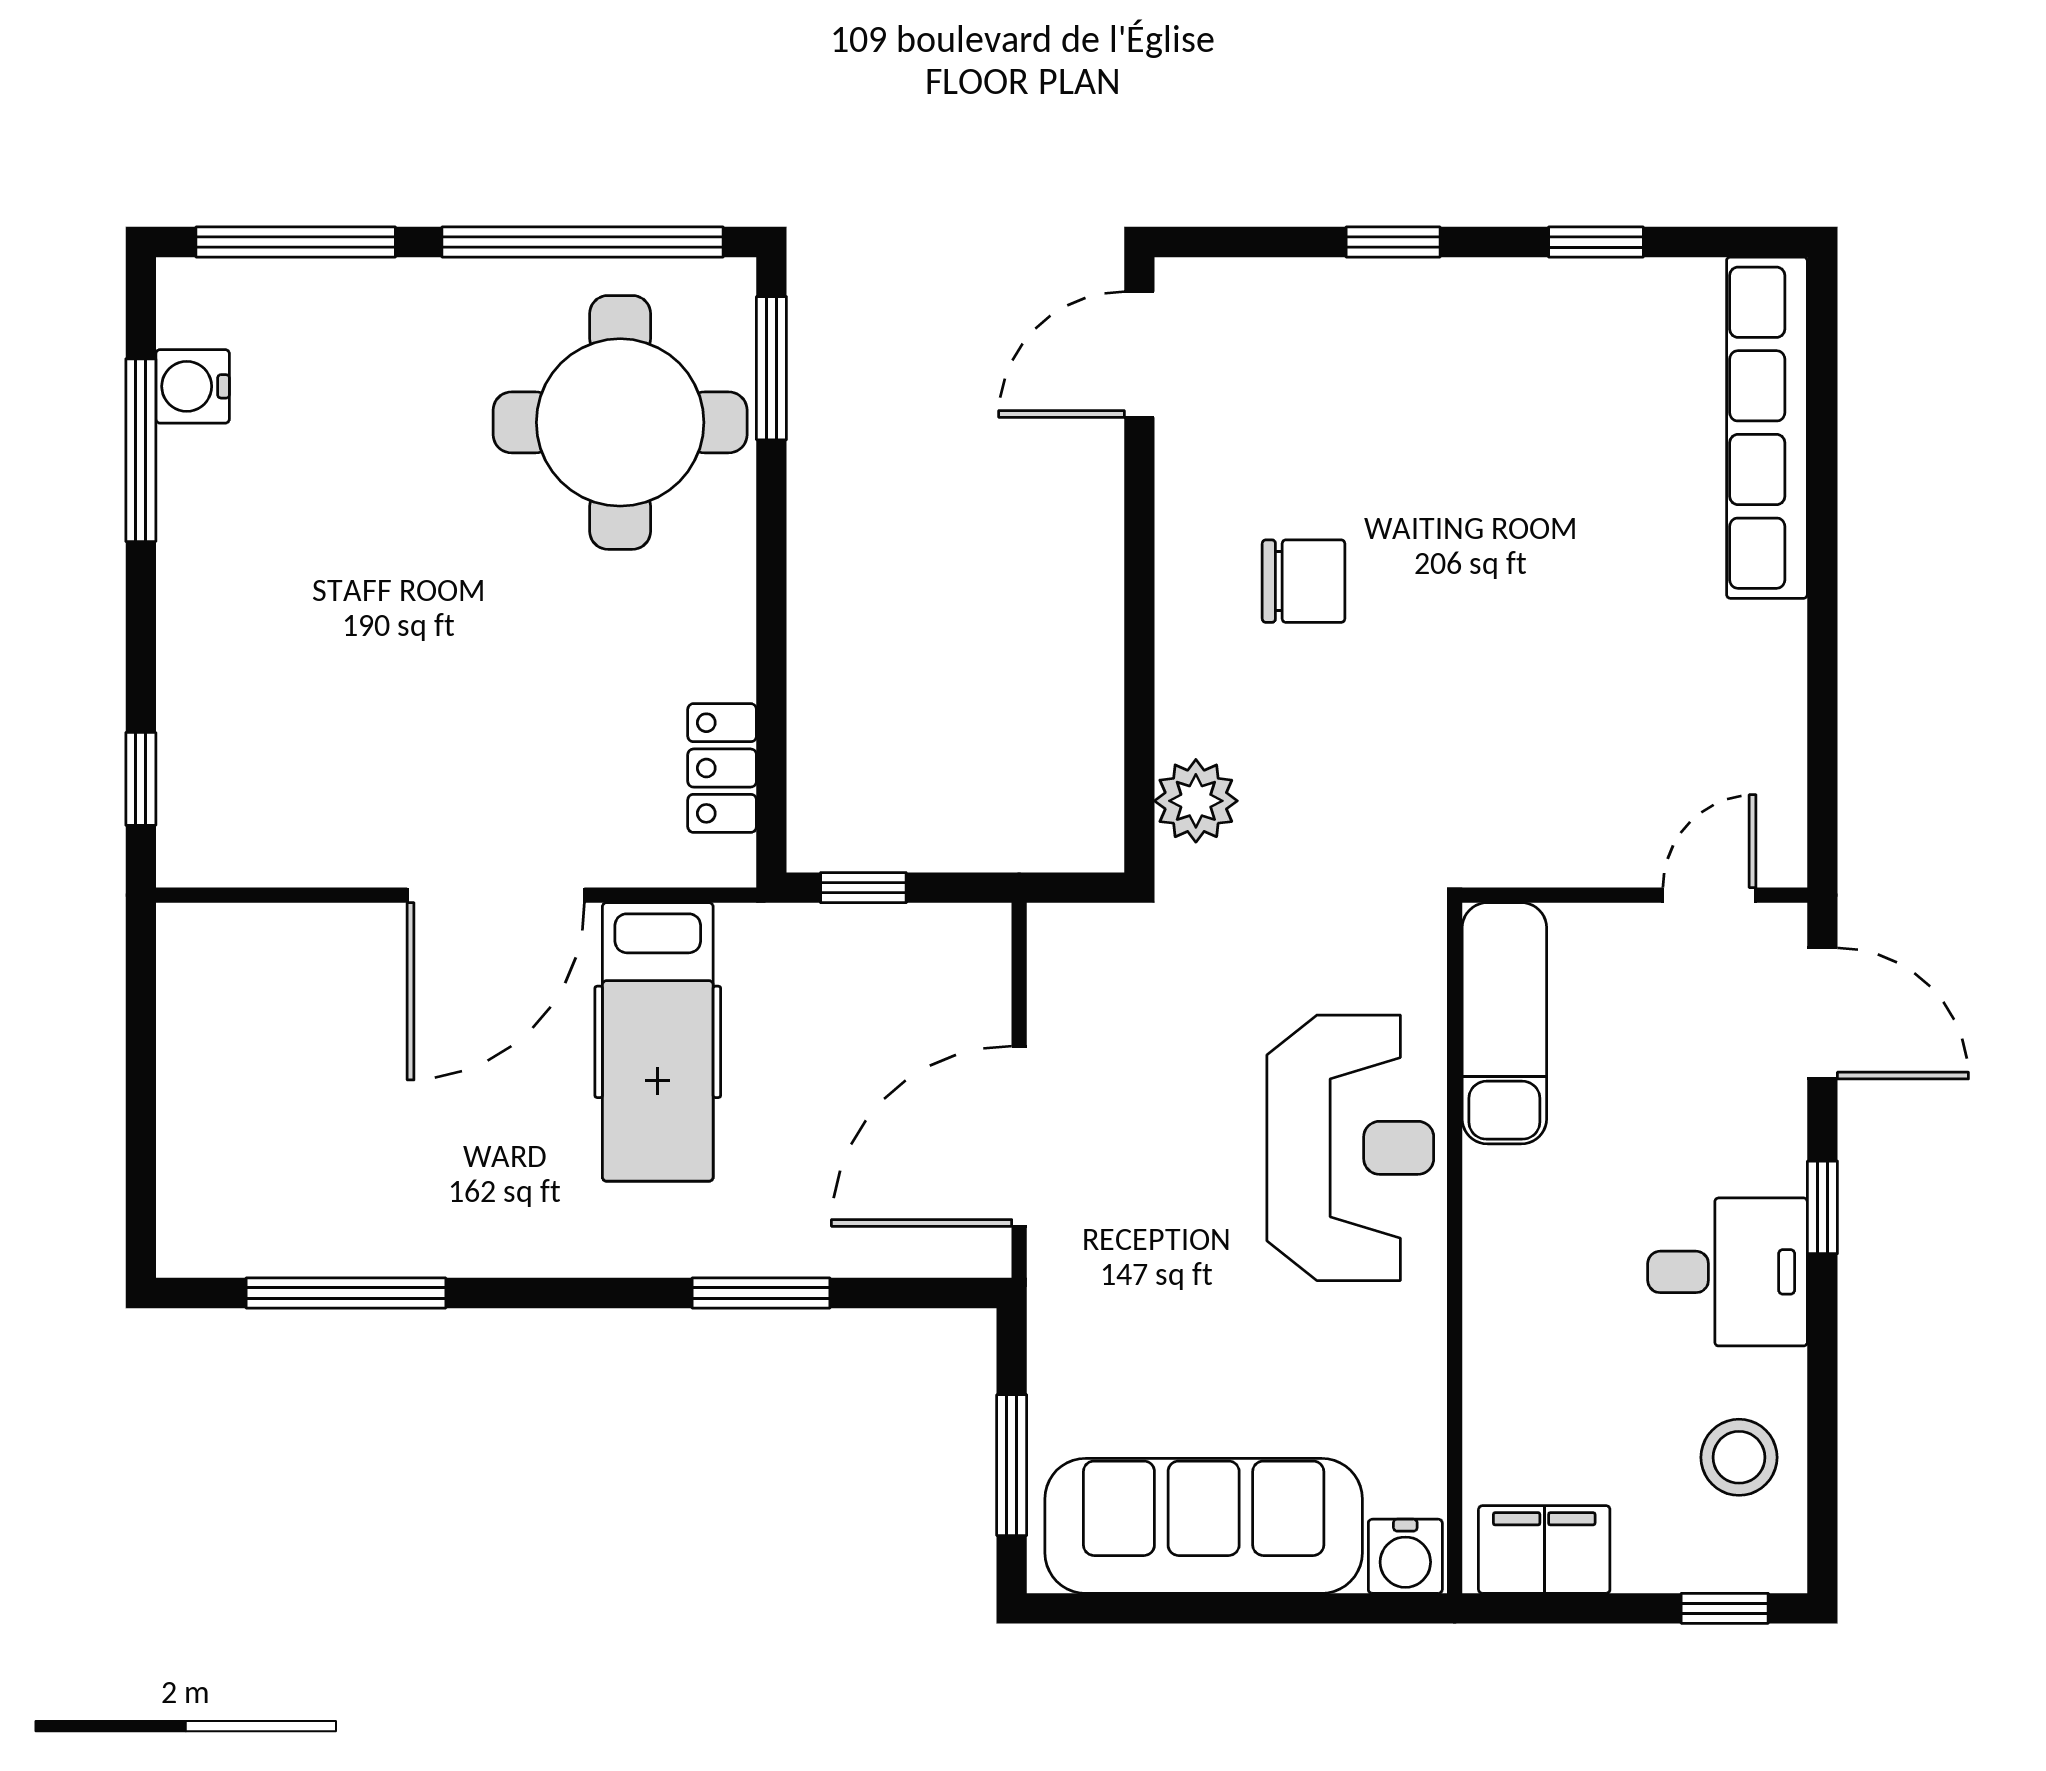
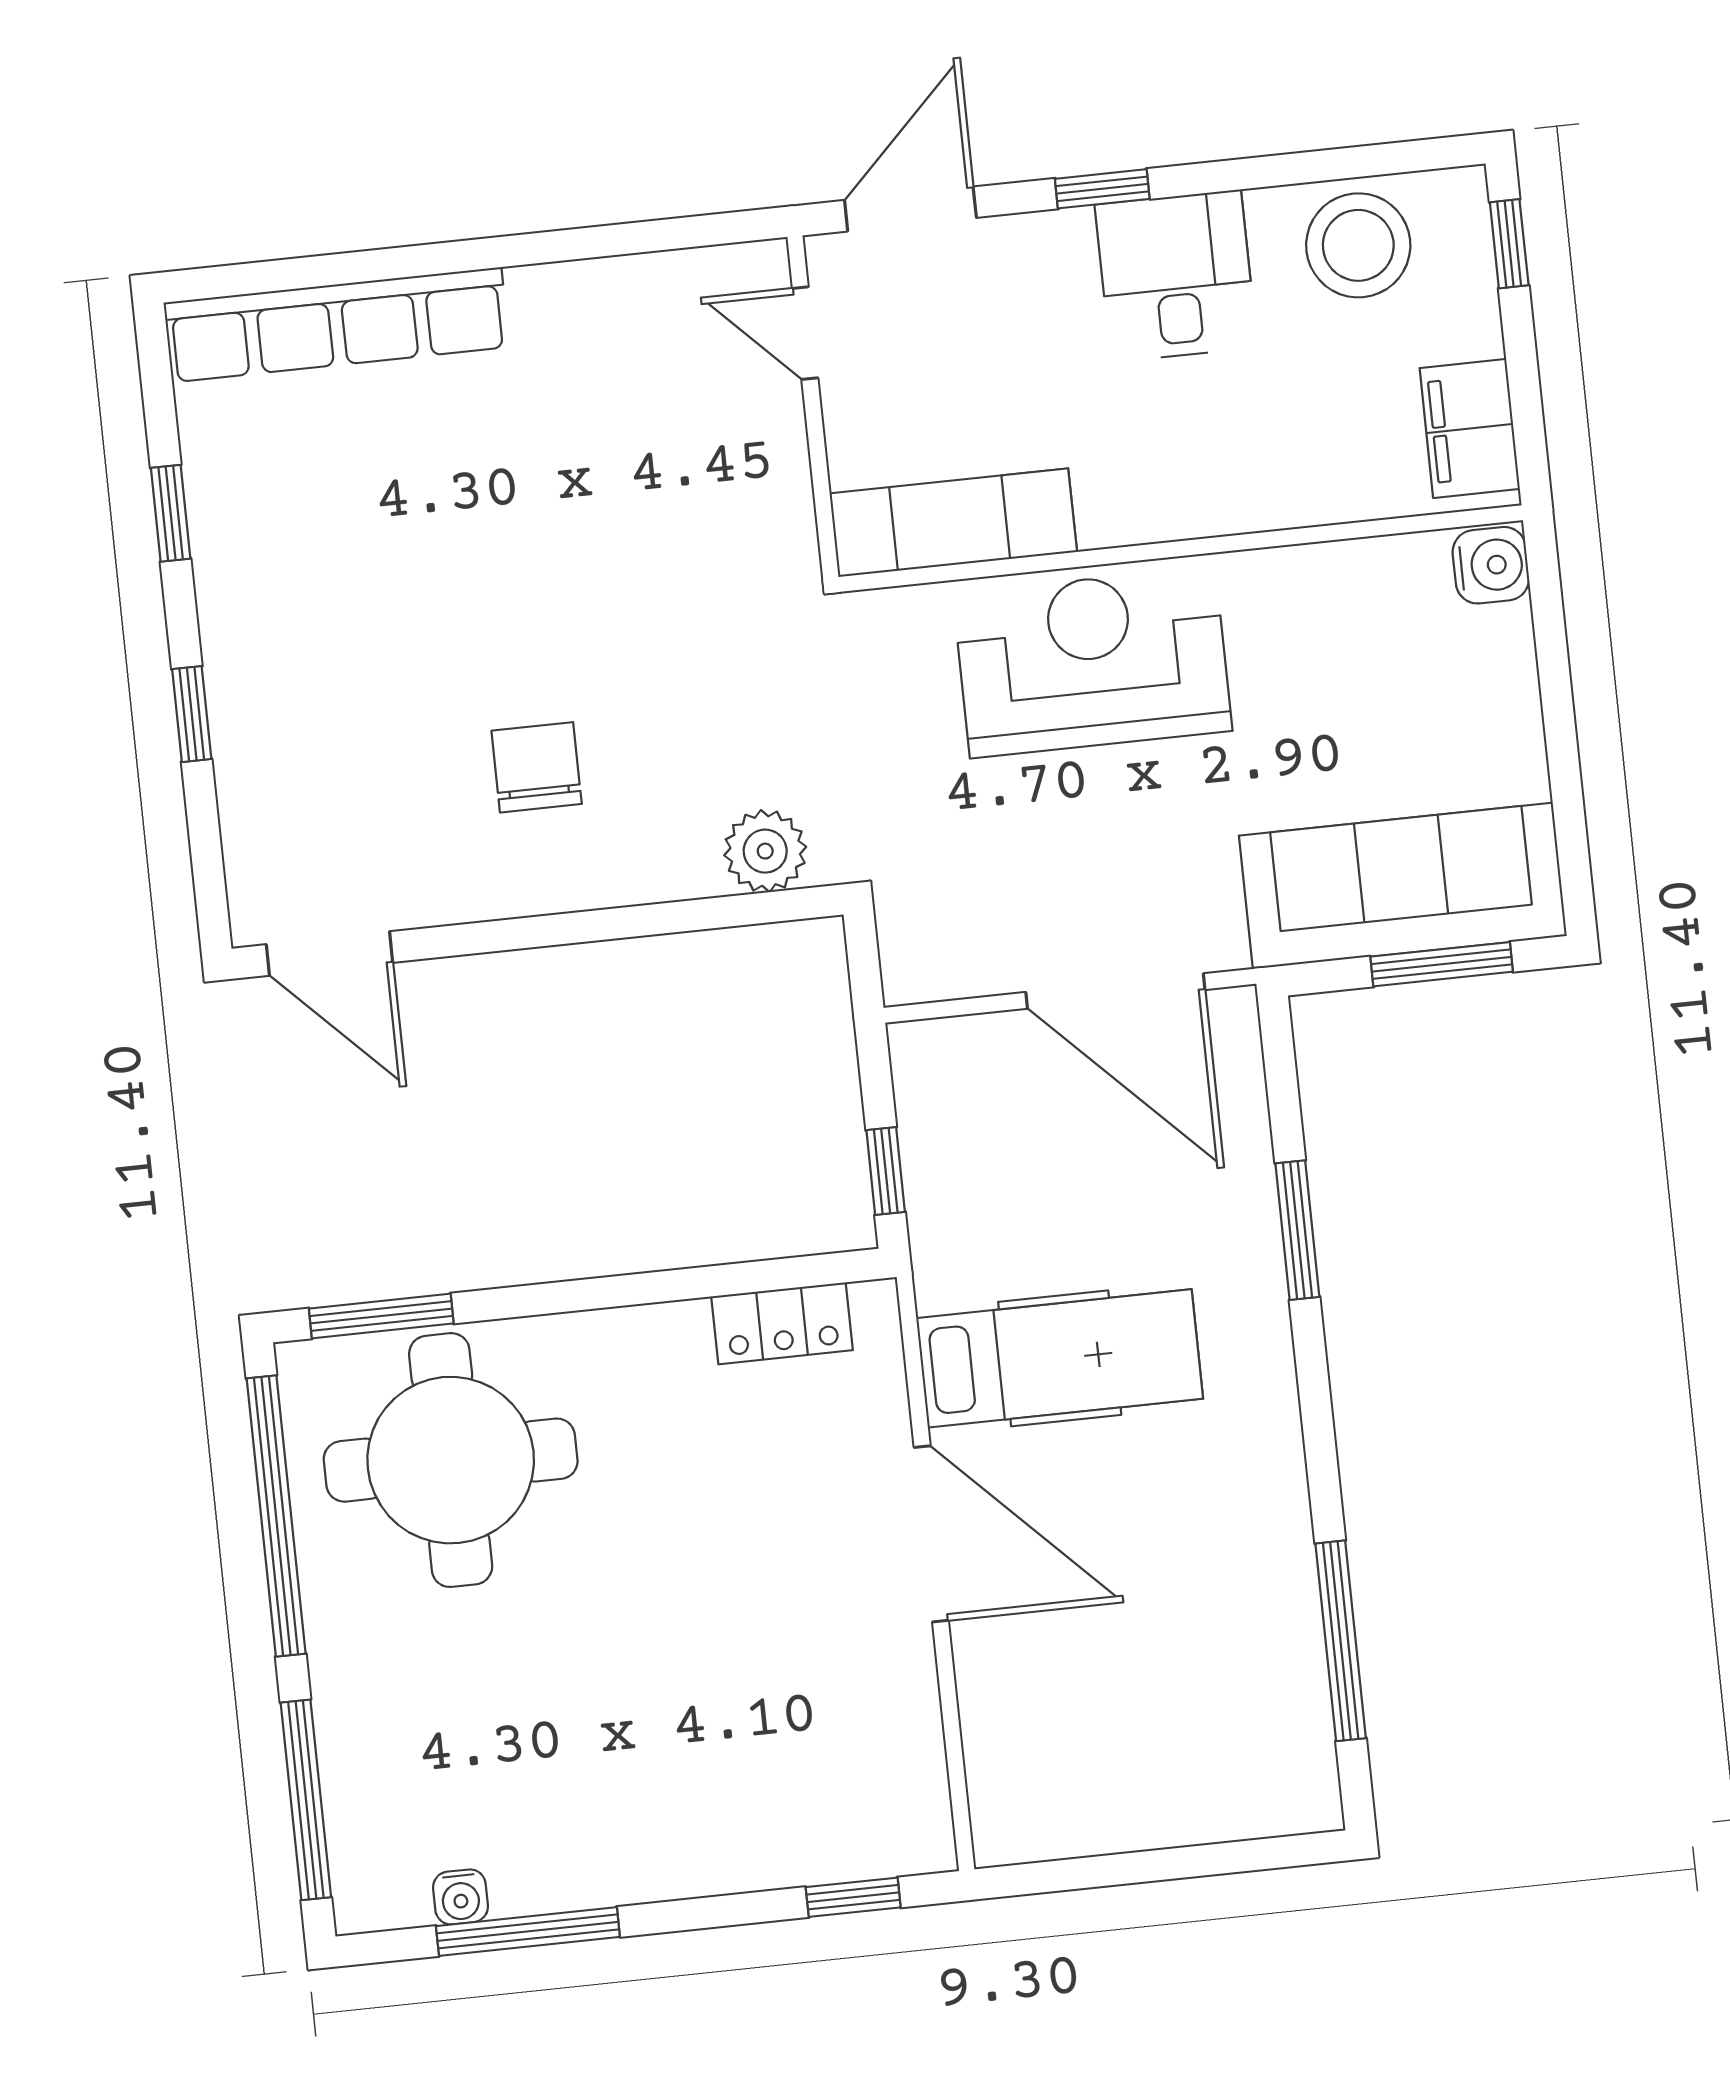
water cooler: (193, 386) -> (460, 1897), width x0.72, depth x0.72
stool: (1739, 1457) -> (1358, 245), width x1.38, depth x1.38
sofa: (1204, 1526) -> (1403, 886), moved, turned 90

